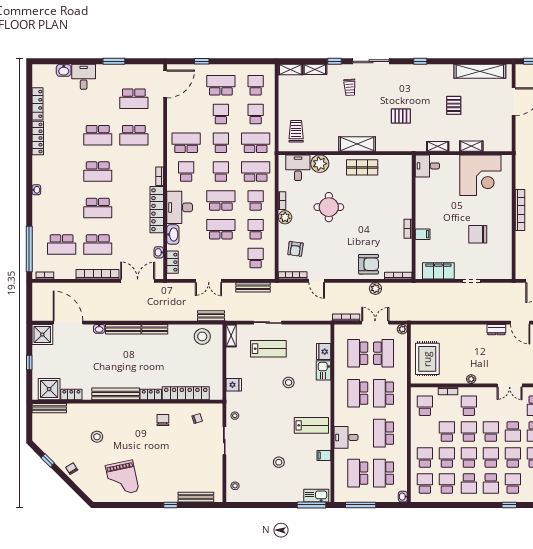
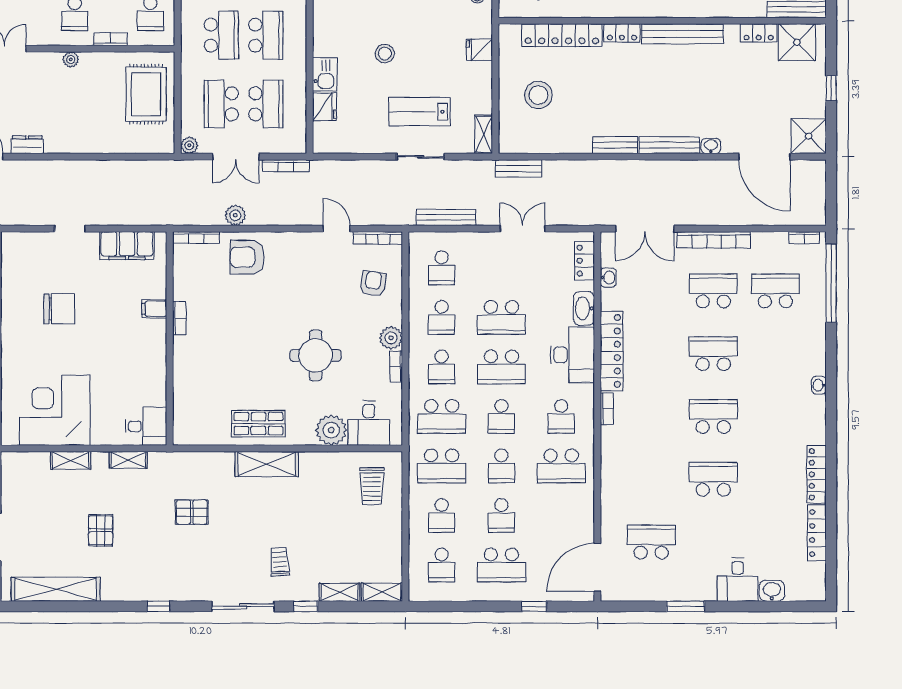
school desk: (134, 135) -> (651, 479), removed
stool: (202, 336) -> (538, 95), moved

